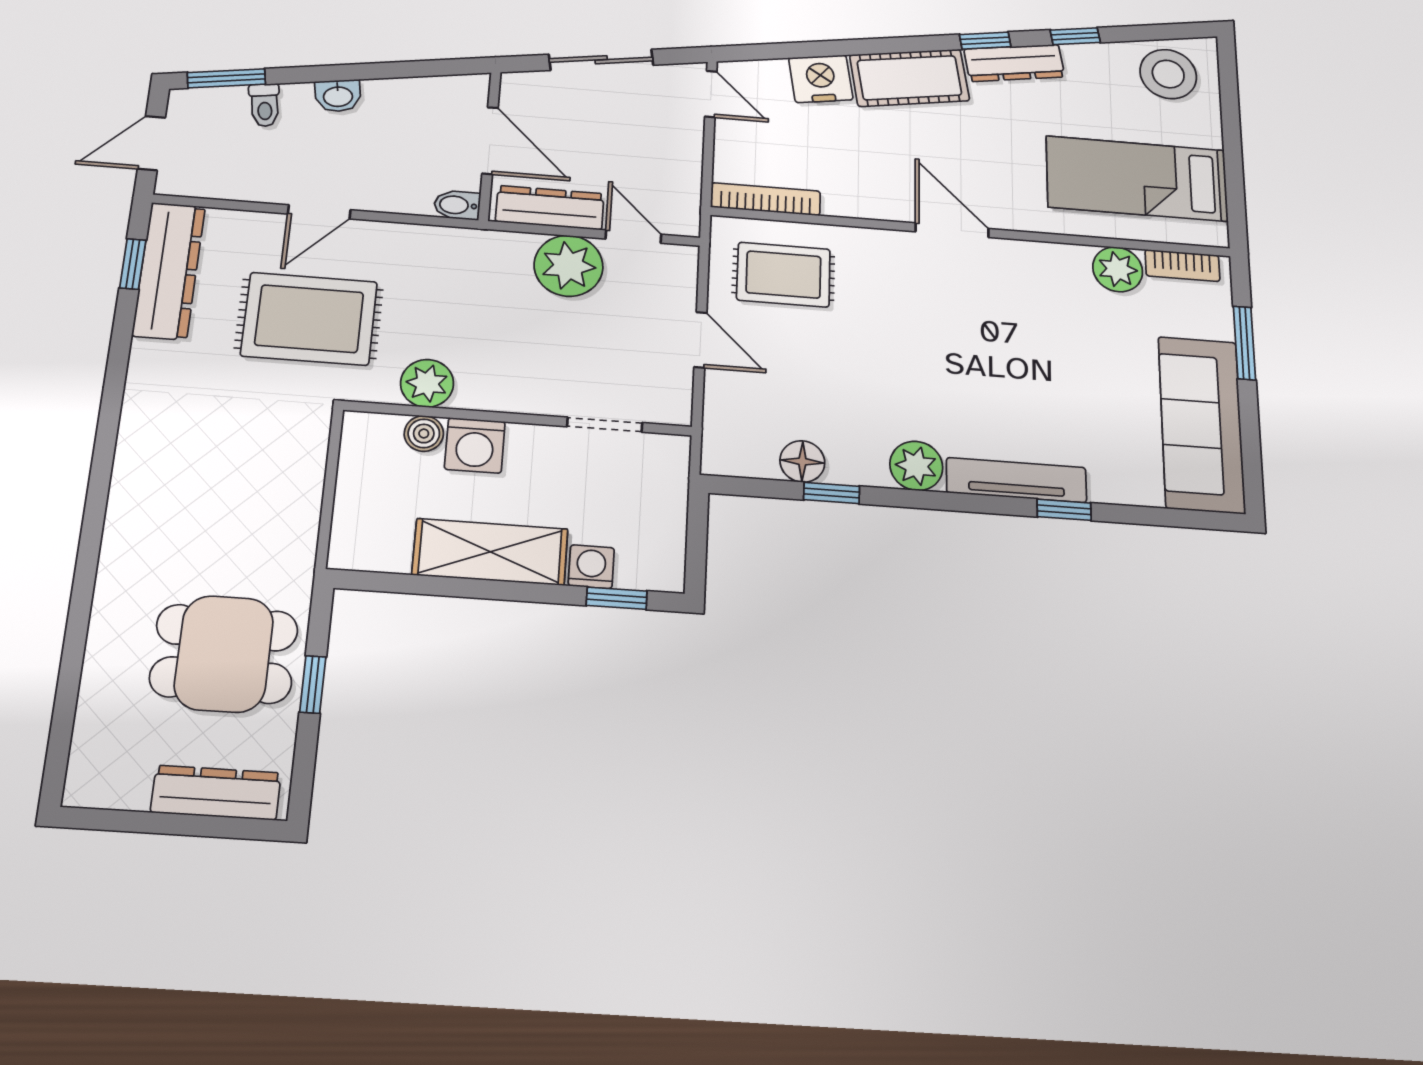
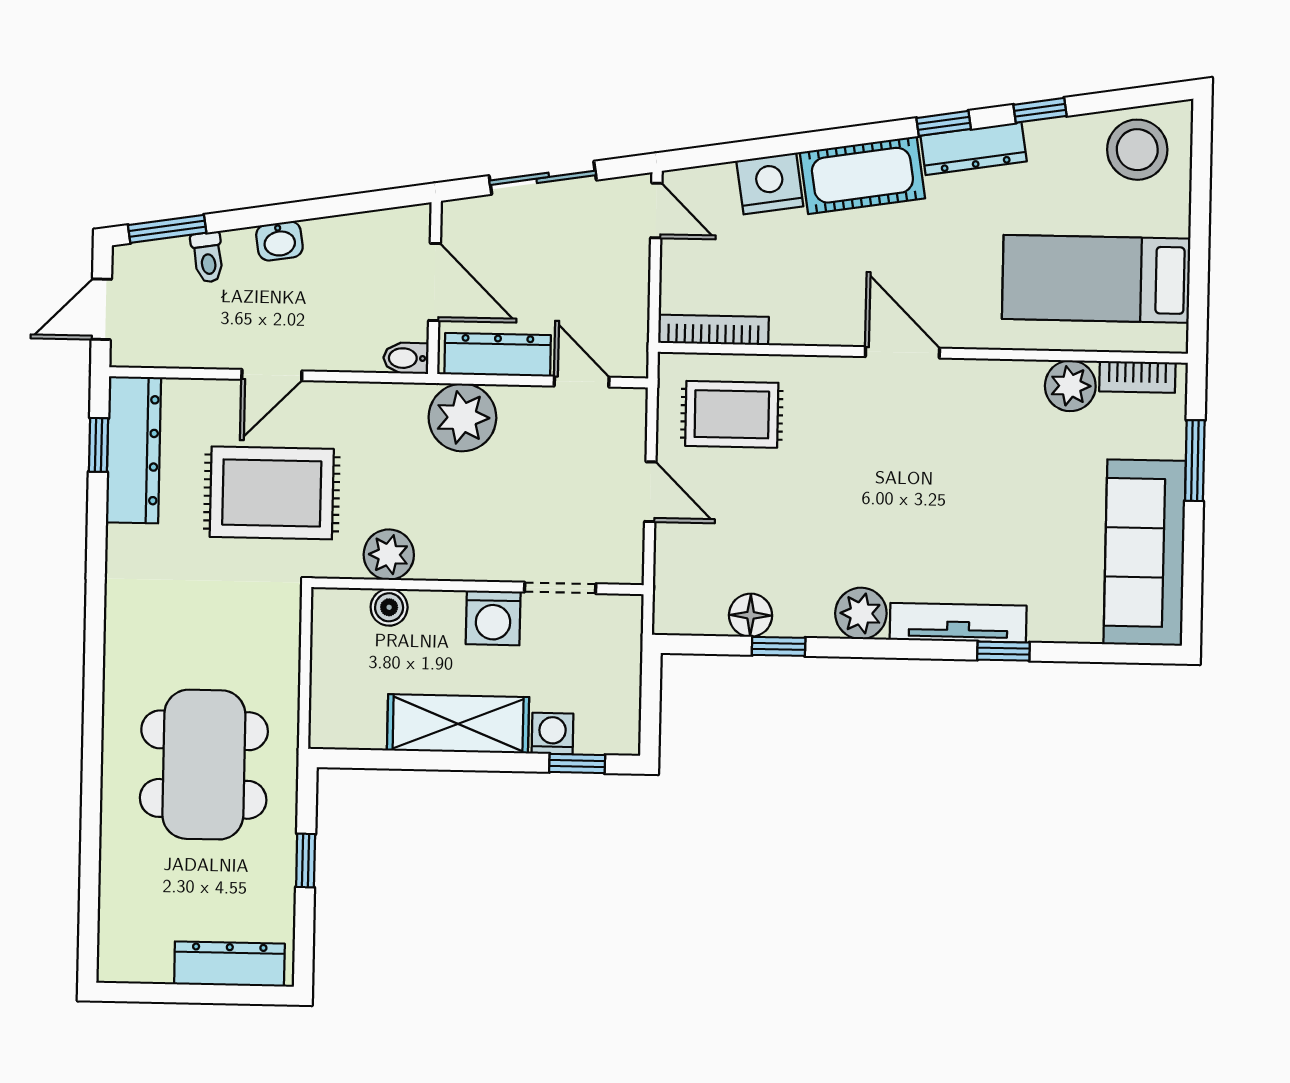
plant: (569, 266) -> (462, 417), moved
washing machine: (475, 445) -> (493, 618), moved
dining table: (224, 654) -> (204, 765), moved, width x1.38

